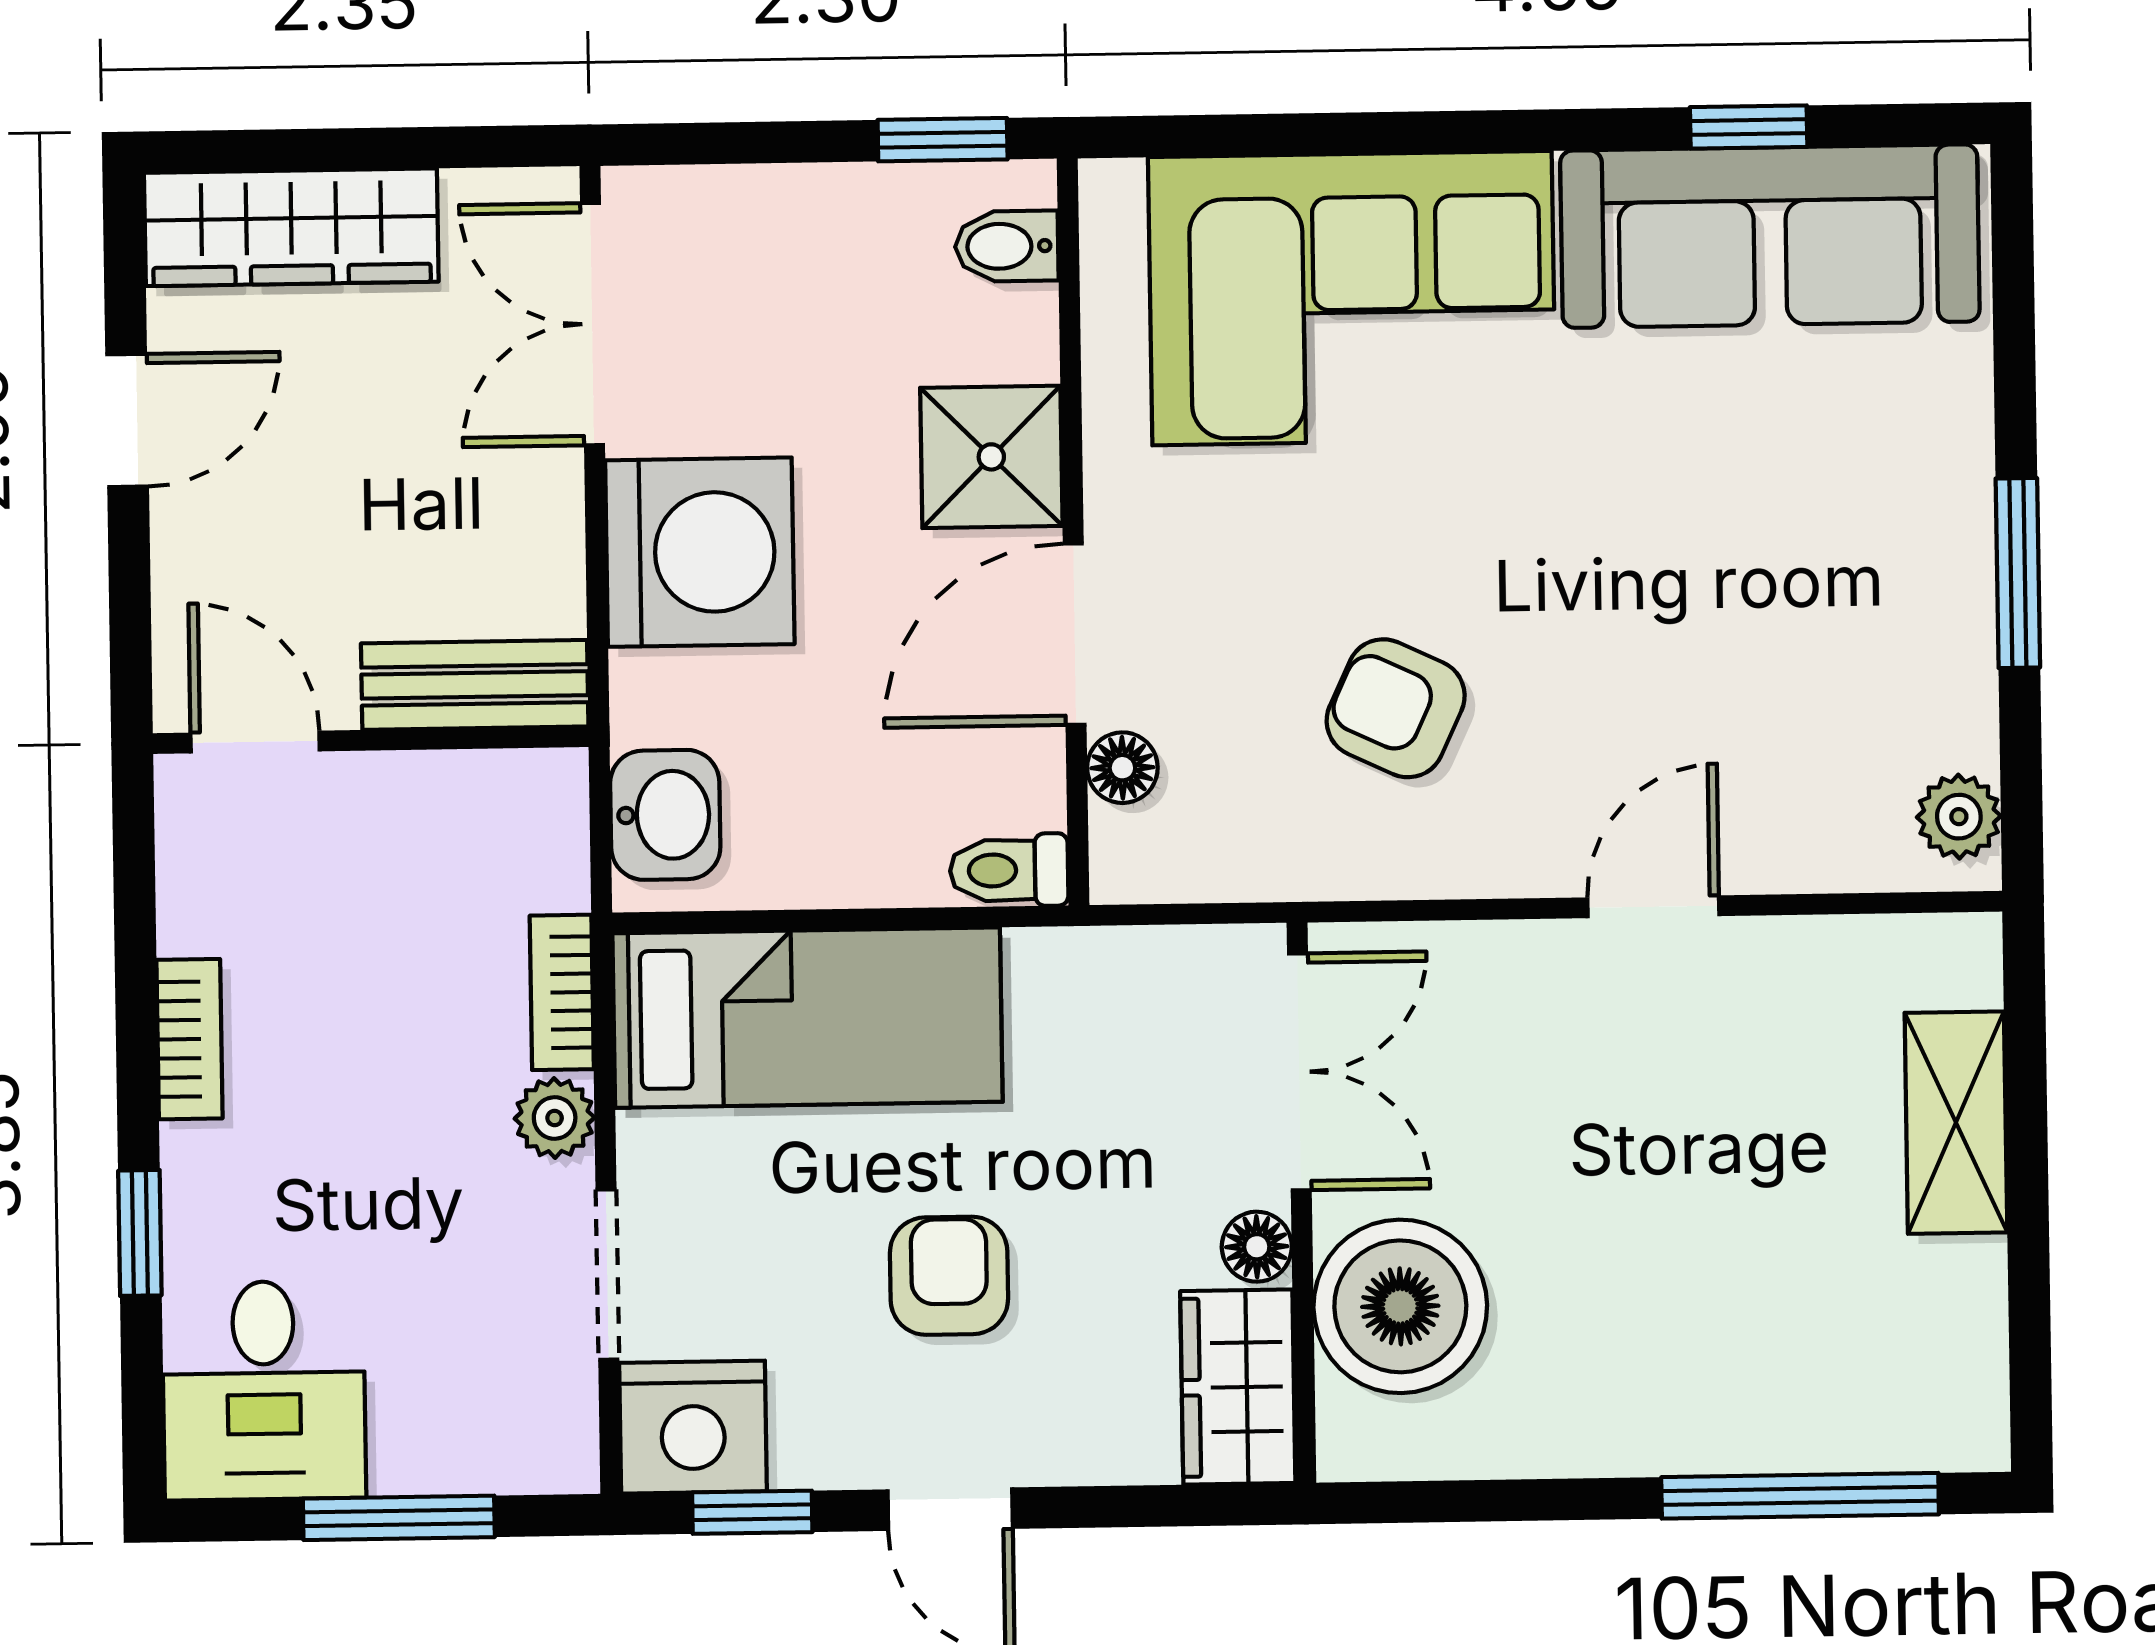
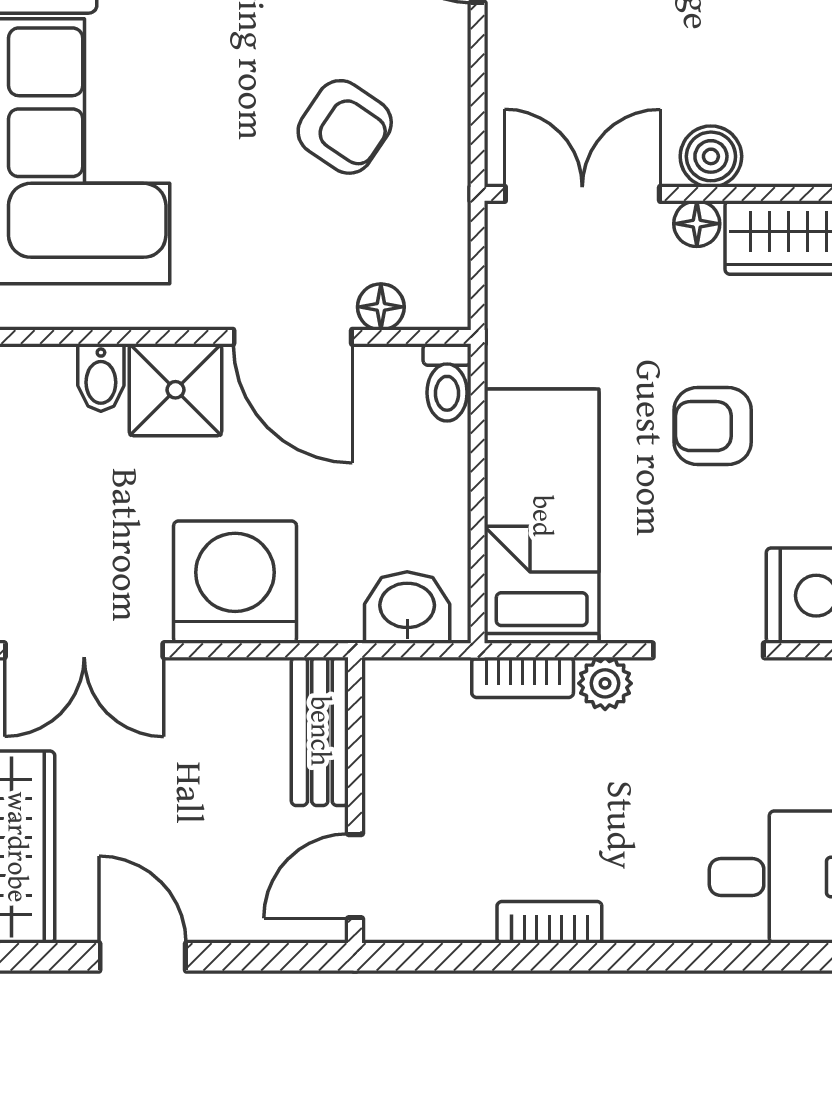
bidet: (1007, 246) -> (101, 378), moved
armchair: (1396, 708) -> (345, 127), turned -81
window: (140, 1233) -> (676, 957), removed
boiler: (1400, 1306) -> (711, 156), width x0.54, depth x0.54

